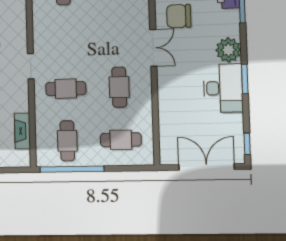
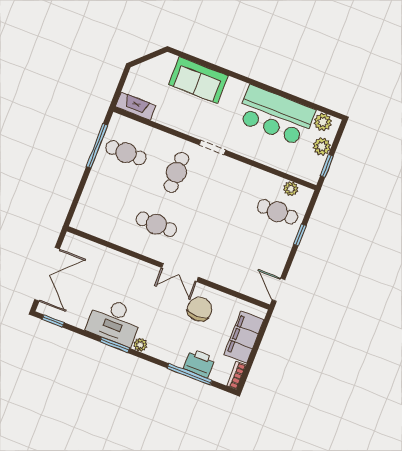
plant: (228, 50) -> (140, 345), width x0.53, depth x0.53
fireplace: (22, 131) -> (136, 106), moved
cafe table: (121, 140) -> (106, 205), removed
window: (72, 169) -> (97, 146), width x0.68

